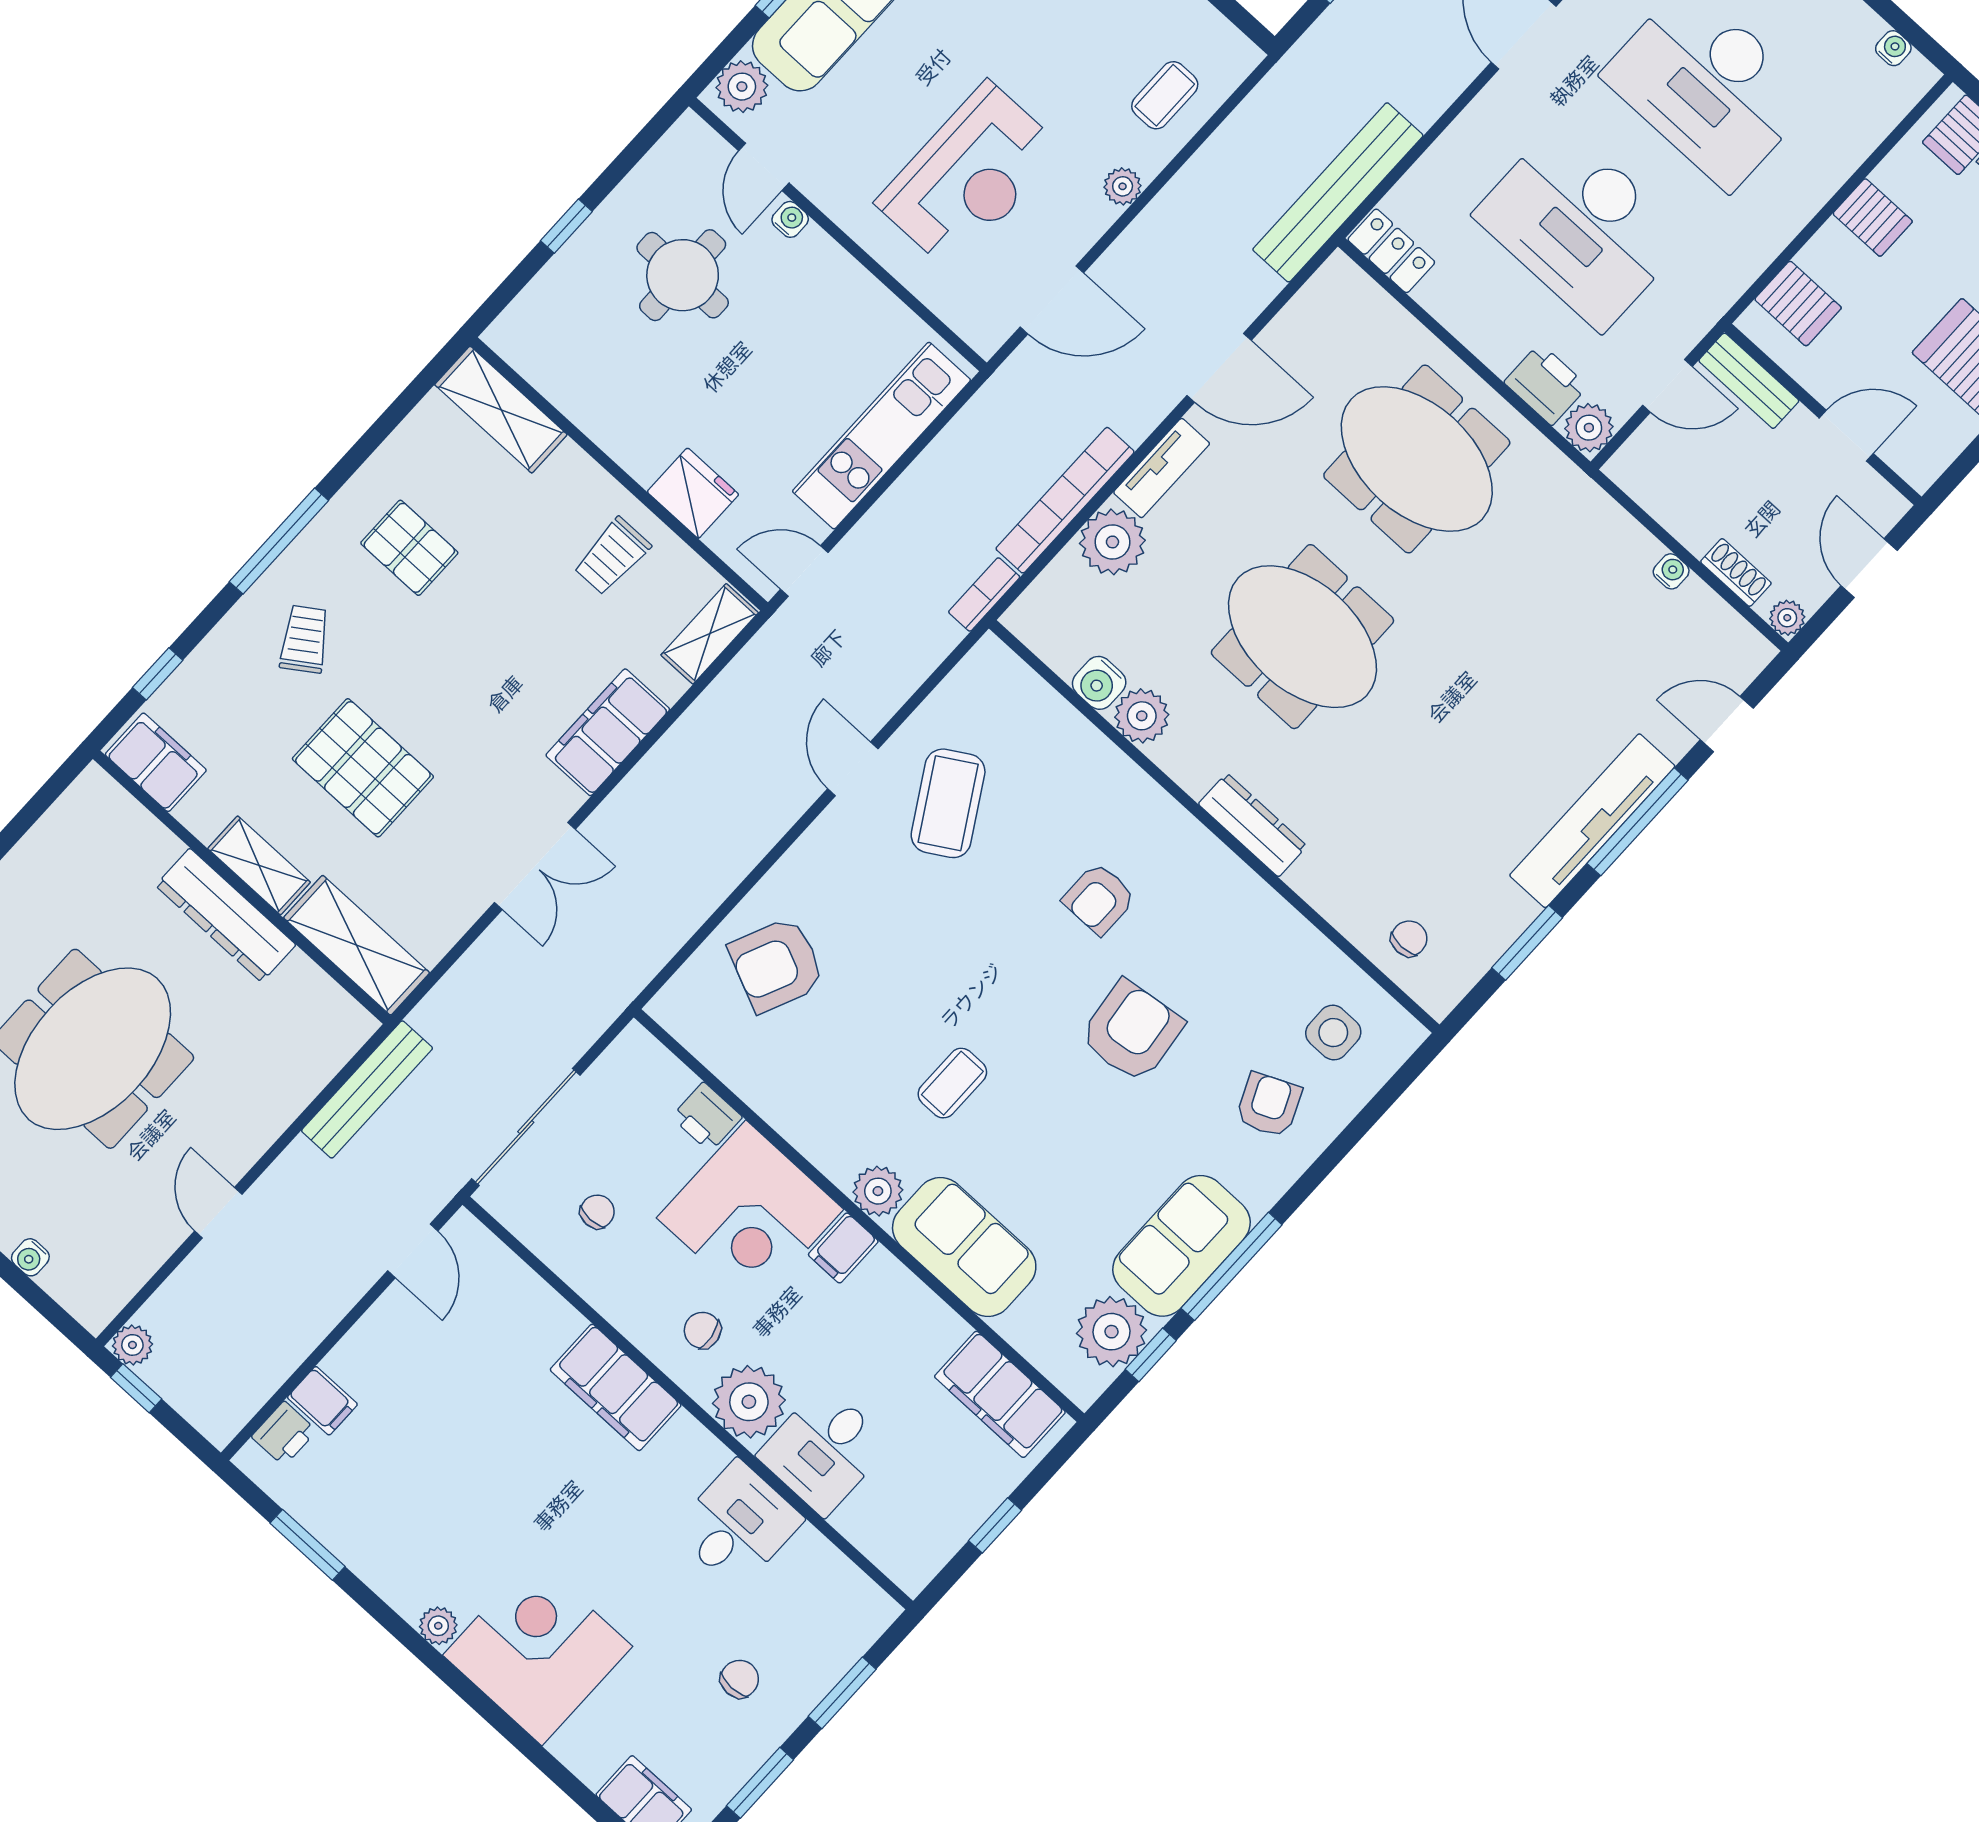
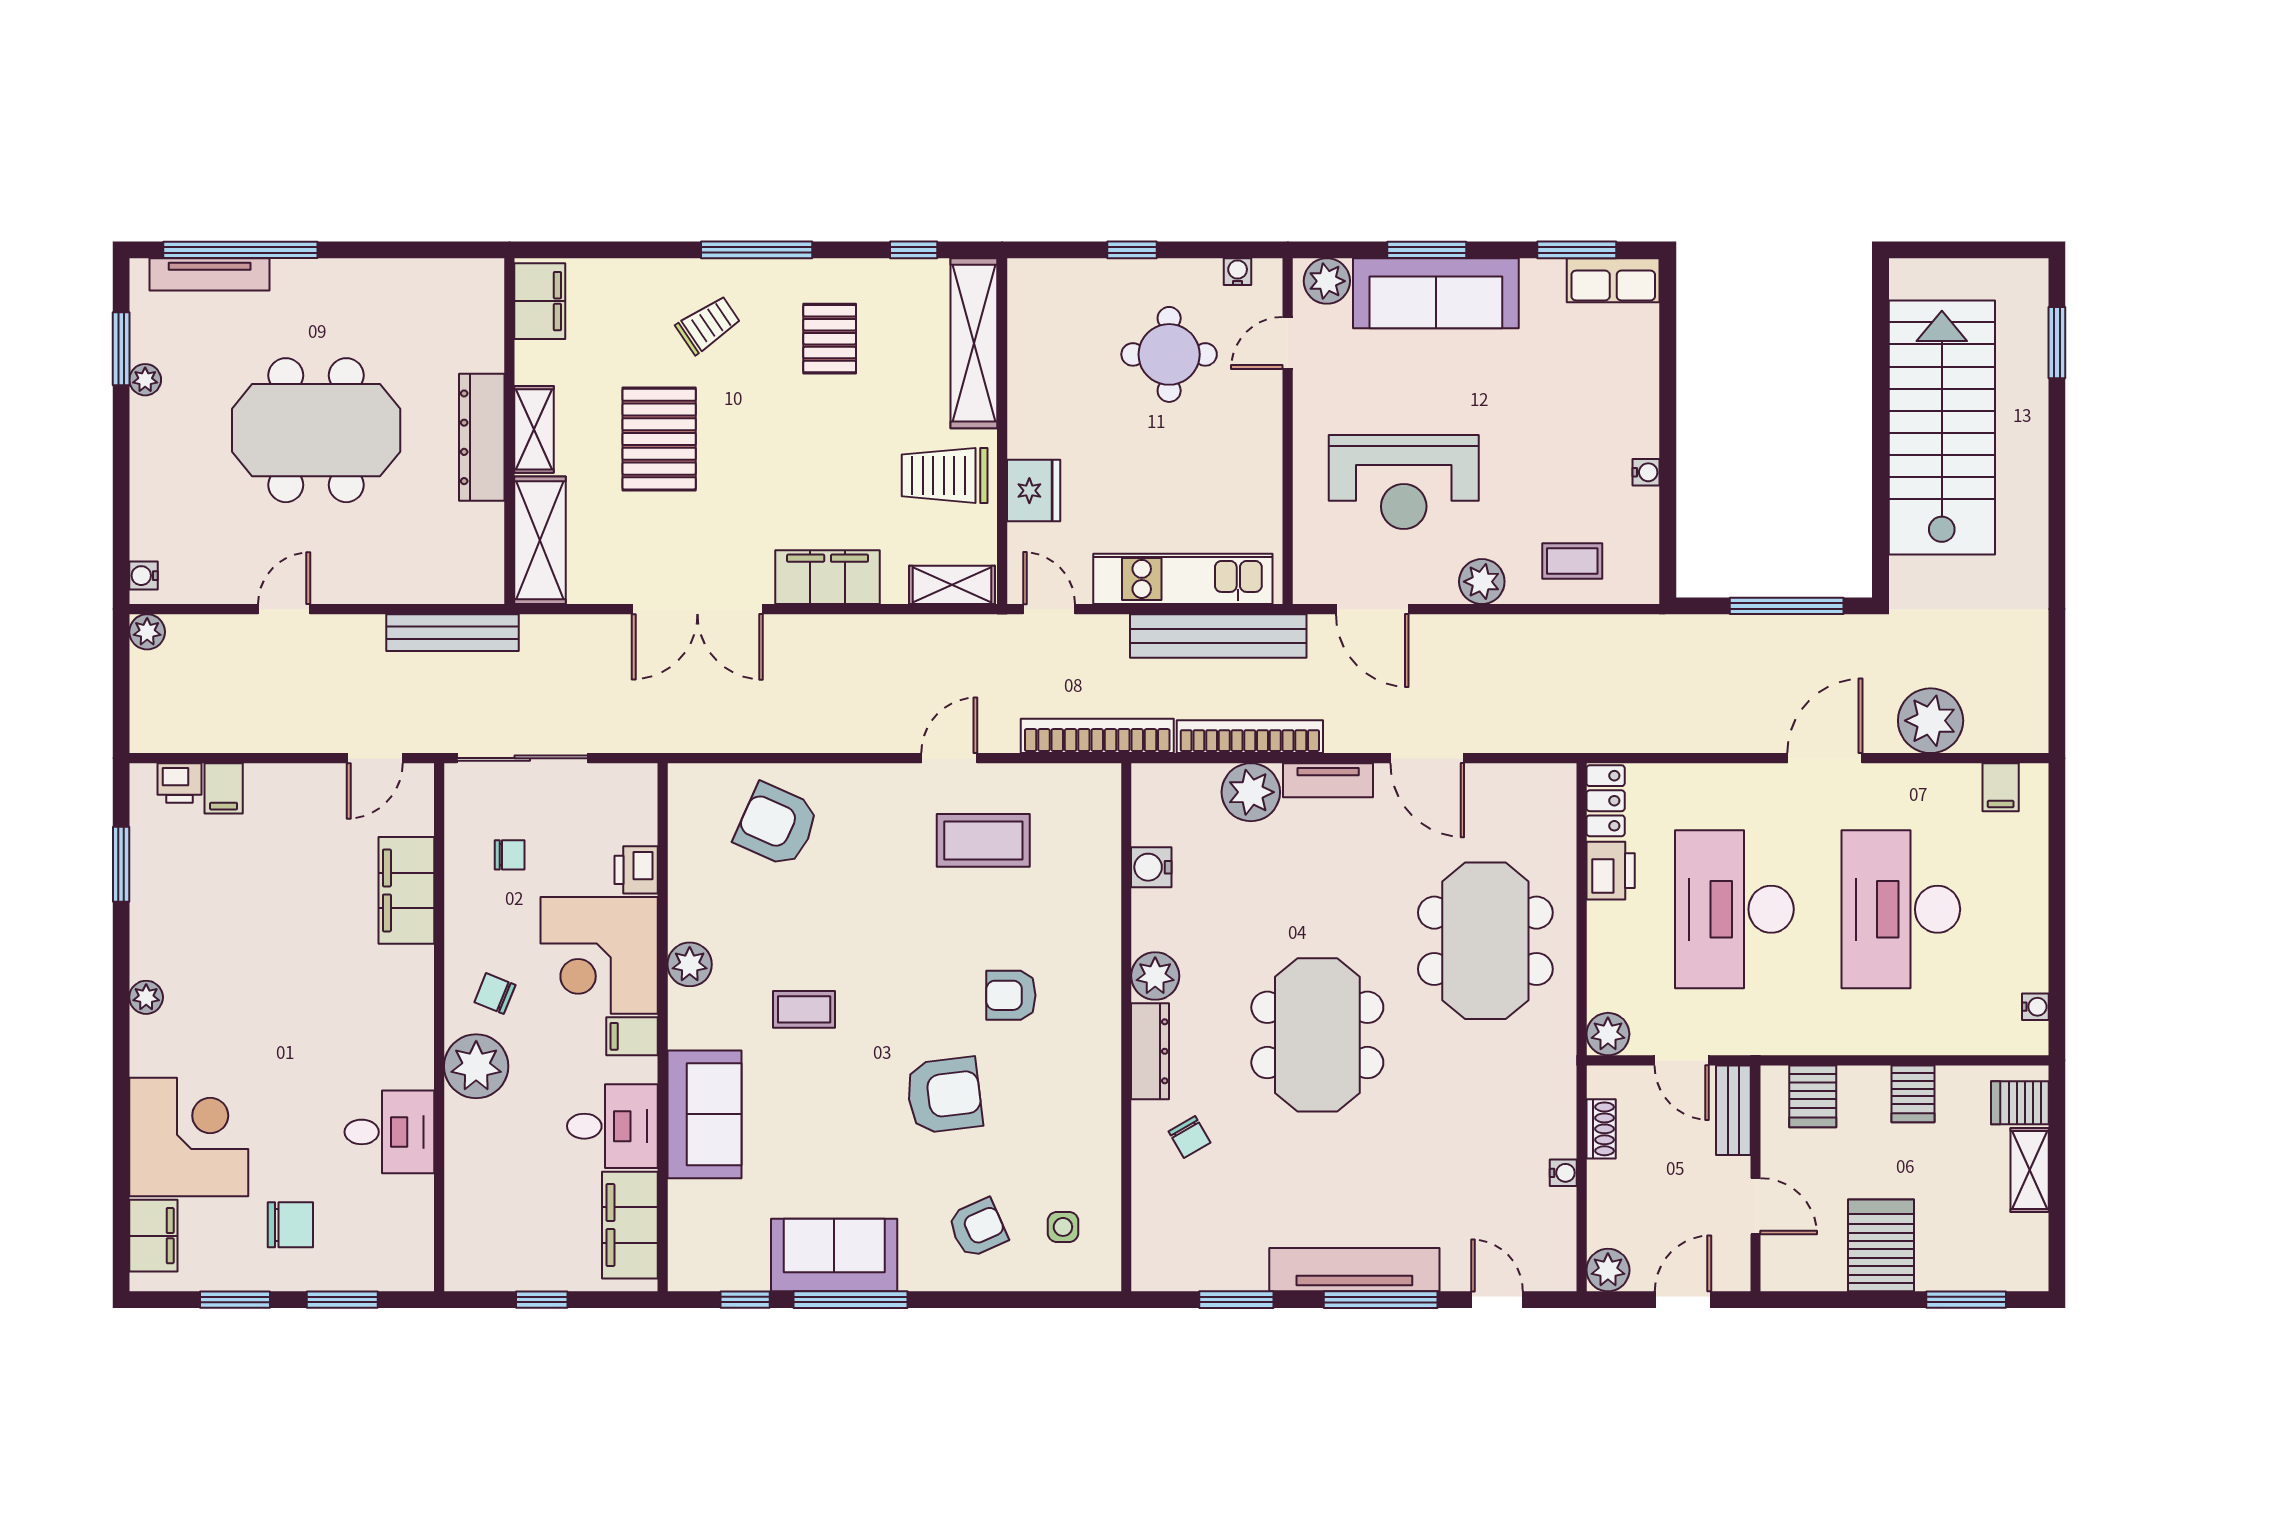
plant: (1123, 186) -> (1482, 582), width x1.38, depth x1.38
bench: (1338, 192) -> (1218, 636), moved
water cooler: (790, 219) -> (1238, 272), moved, turned -90
printer: (1546, 384) -> (1611, 871), moved
shelving: (501, 410) -> (974, 343), width x1.47
trolley: (612, 556) -> (945, 475), width x1.36, depth x1.39
shoe rack: (1736, 572) -> (1601, 1129), moved
bookcase: (984, 594) -> (1097, 736), width x2.31, depth x1.31
plant: (1787, 618) -> (1608, 1270), width x1.38, depth x1.38
meeting table: (1302, 637) -> (1317, 1035), moved
window: (158, 674) -> (914, 250), moved
plant: (1142, 716) -> (1155, 976), moved
coffee table: (948, 803) -> (983, 840), turned 31
double door: (535, 866) -> (697, 609), width x1.37
chair: (1409, 939) -> (1190, 1137), moved, turned 60
side table: (1333, 1033) -> (1063, 1227), width x0.73, depth x0.73
plant: (878, 1191) -> (690, 964), moved
water cooler: (30, 1257) -> (143, 576), moved
chair: (702, 1330) -> (495, 994), turned -59
plant: (1112, 1332) -> (737, 1260), removed
filing cabinet: (616, 1387) -> (406, 890), moved
window: (136, 1388) -> (121, 660), removed
desk: (824, 1450) -> (612, 1126), moved, turned 180
corner desk: (538, 1651) -> (189, 1137), moved
chair: (740, 1679) -> (290, 1225), width x1.37, depth x1.37

